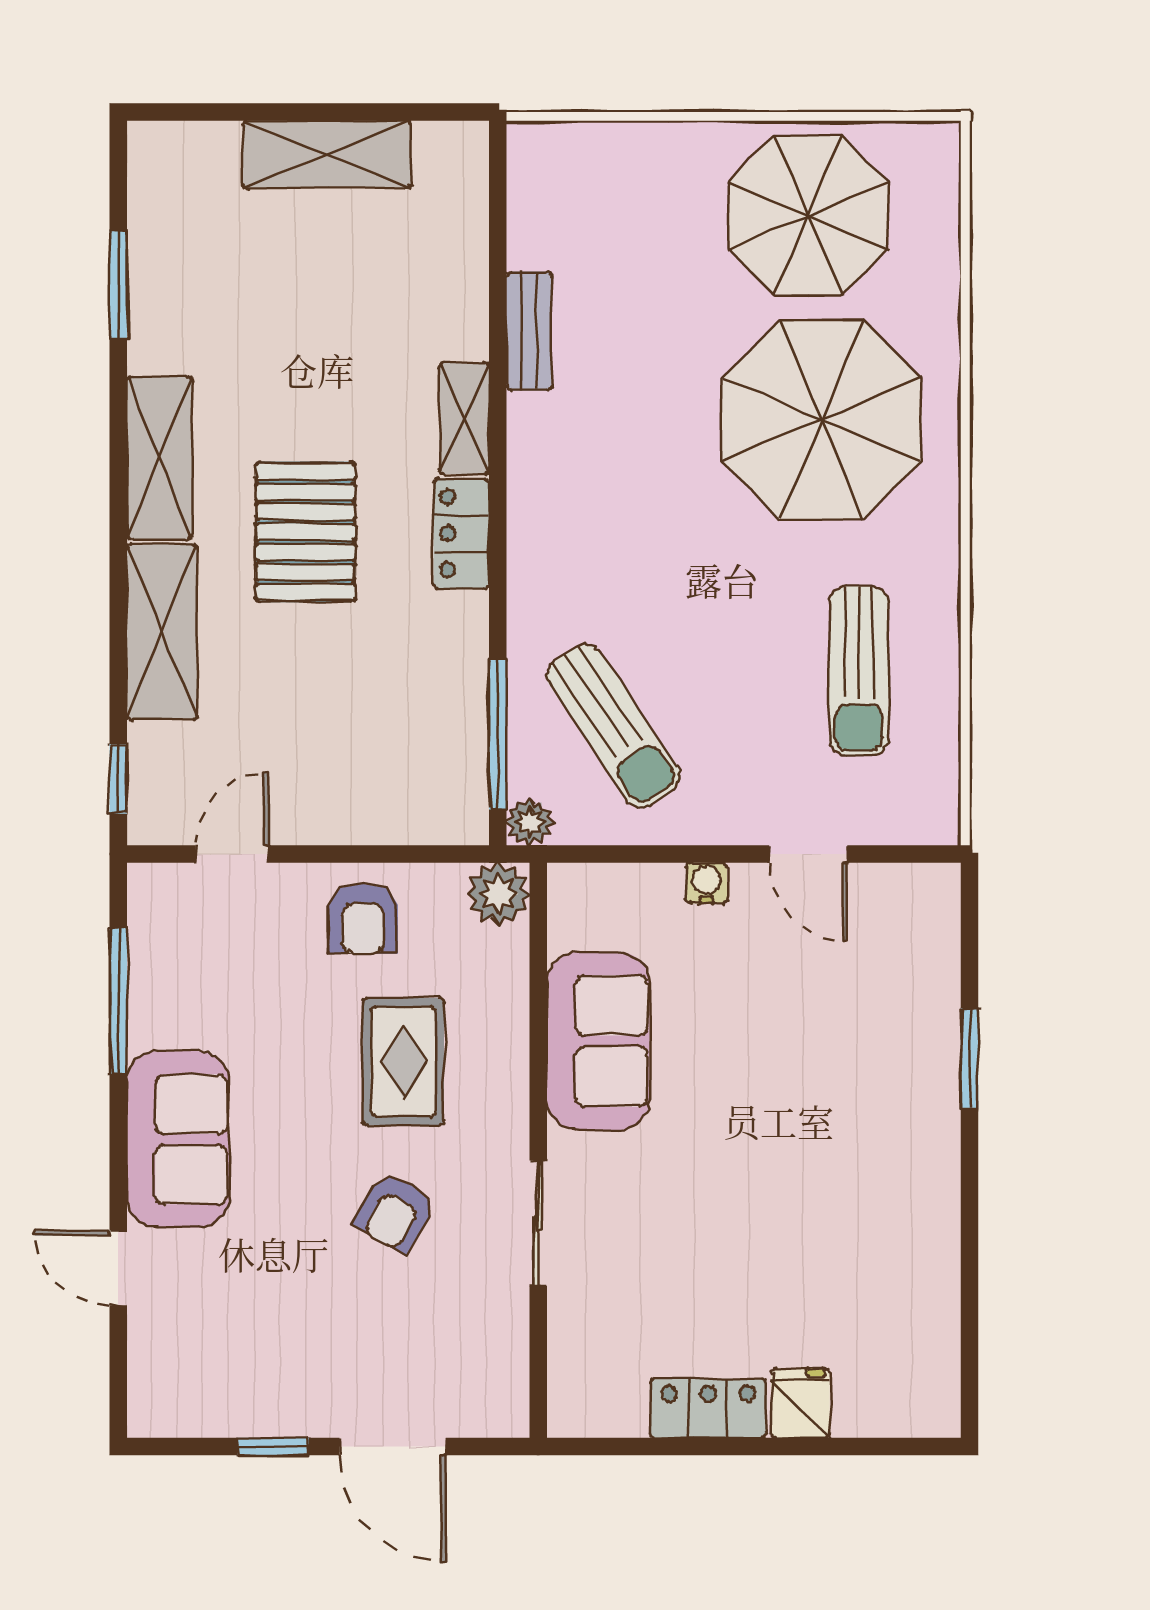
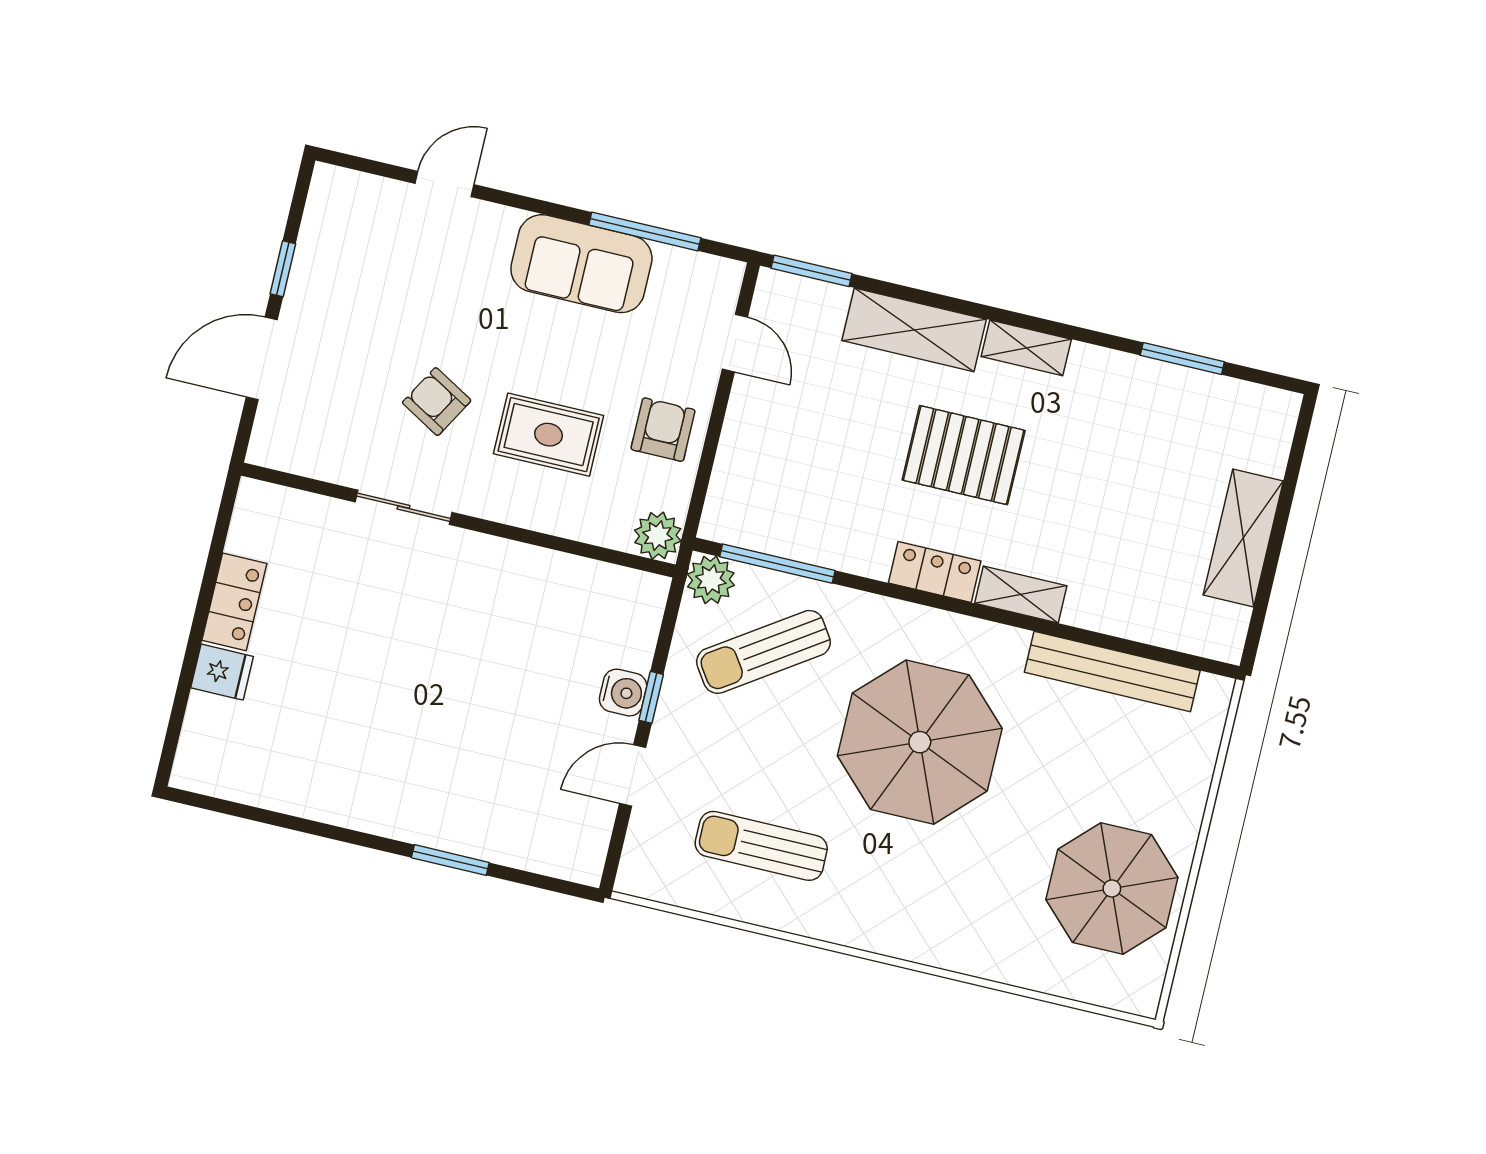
bench: (529, 331) -> (1112, 671), width x1.86, depth x1.21
parasol: (822, 420) -> (920, 742), moved
shelving: (159, 458) -> (1026, 348), width x0.67, depth x0.75
window: (118, 779) -> (811, 271), width x1.50
plant: (530, 822) -> (711, 580), width x1.38, depth x1.38
window: (704, 854) -> (651, 697), added
water cooler: (707, 883) -> (623, 693), width x1.38, depth x1.38
armchair: (363, 919) -> (663, 430), turned 90
sofa: (598, 1041) -> (530, 585), removed
sofa: (178, 1139) -> (581, 264), moved

